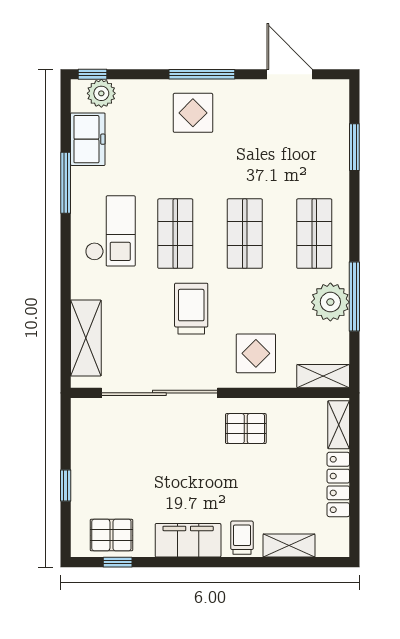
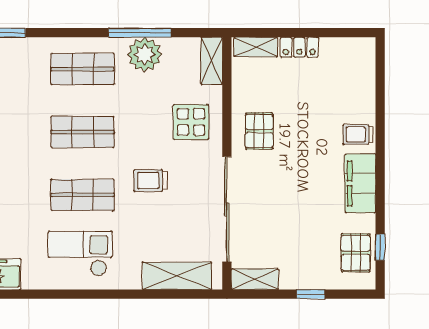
window: (66, 183) -> (36, 294), removed
trolley: (191, 309) -> (151, 181), width x0.73, depth x0.72
locker: (338, 484) -> (299, 47), width x0.66
shelving: (289, 546) -> (255, 279), moved, turned 90

